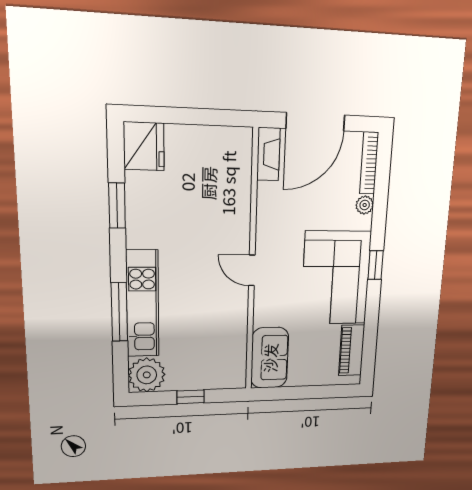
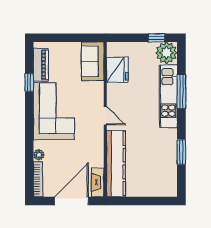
fridge: (144, 146) -> (117, 70), moved, turned 180
kitchen counter: (235, 187) -> (116, 164), added
window: (376, 265) -> (29, 83), moved
window: (191, 397) -> (156, 38), moved

